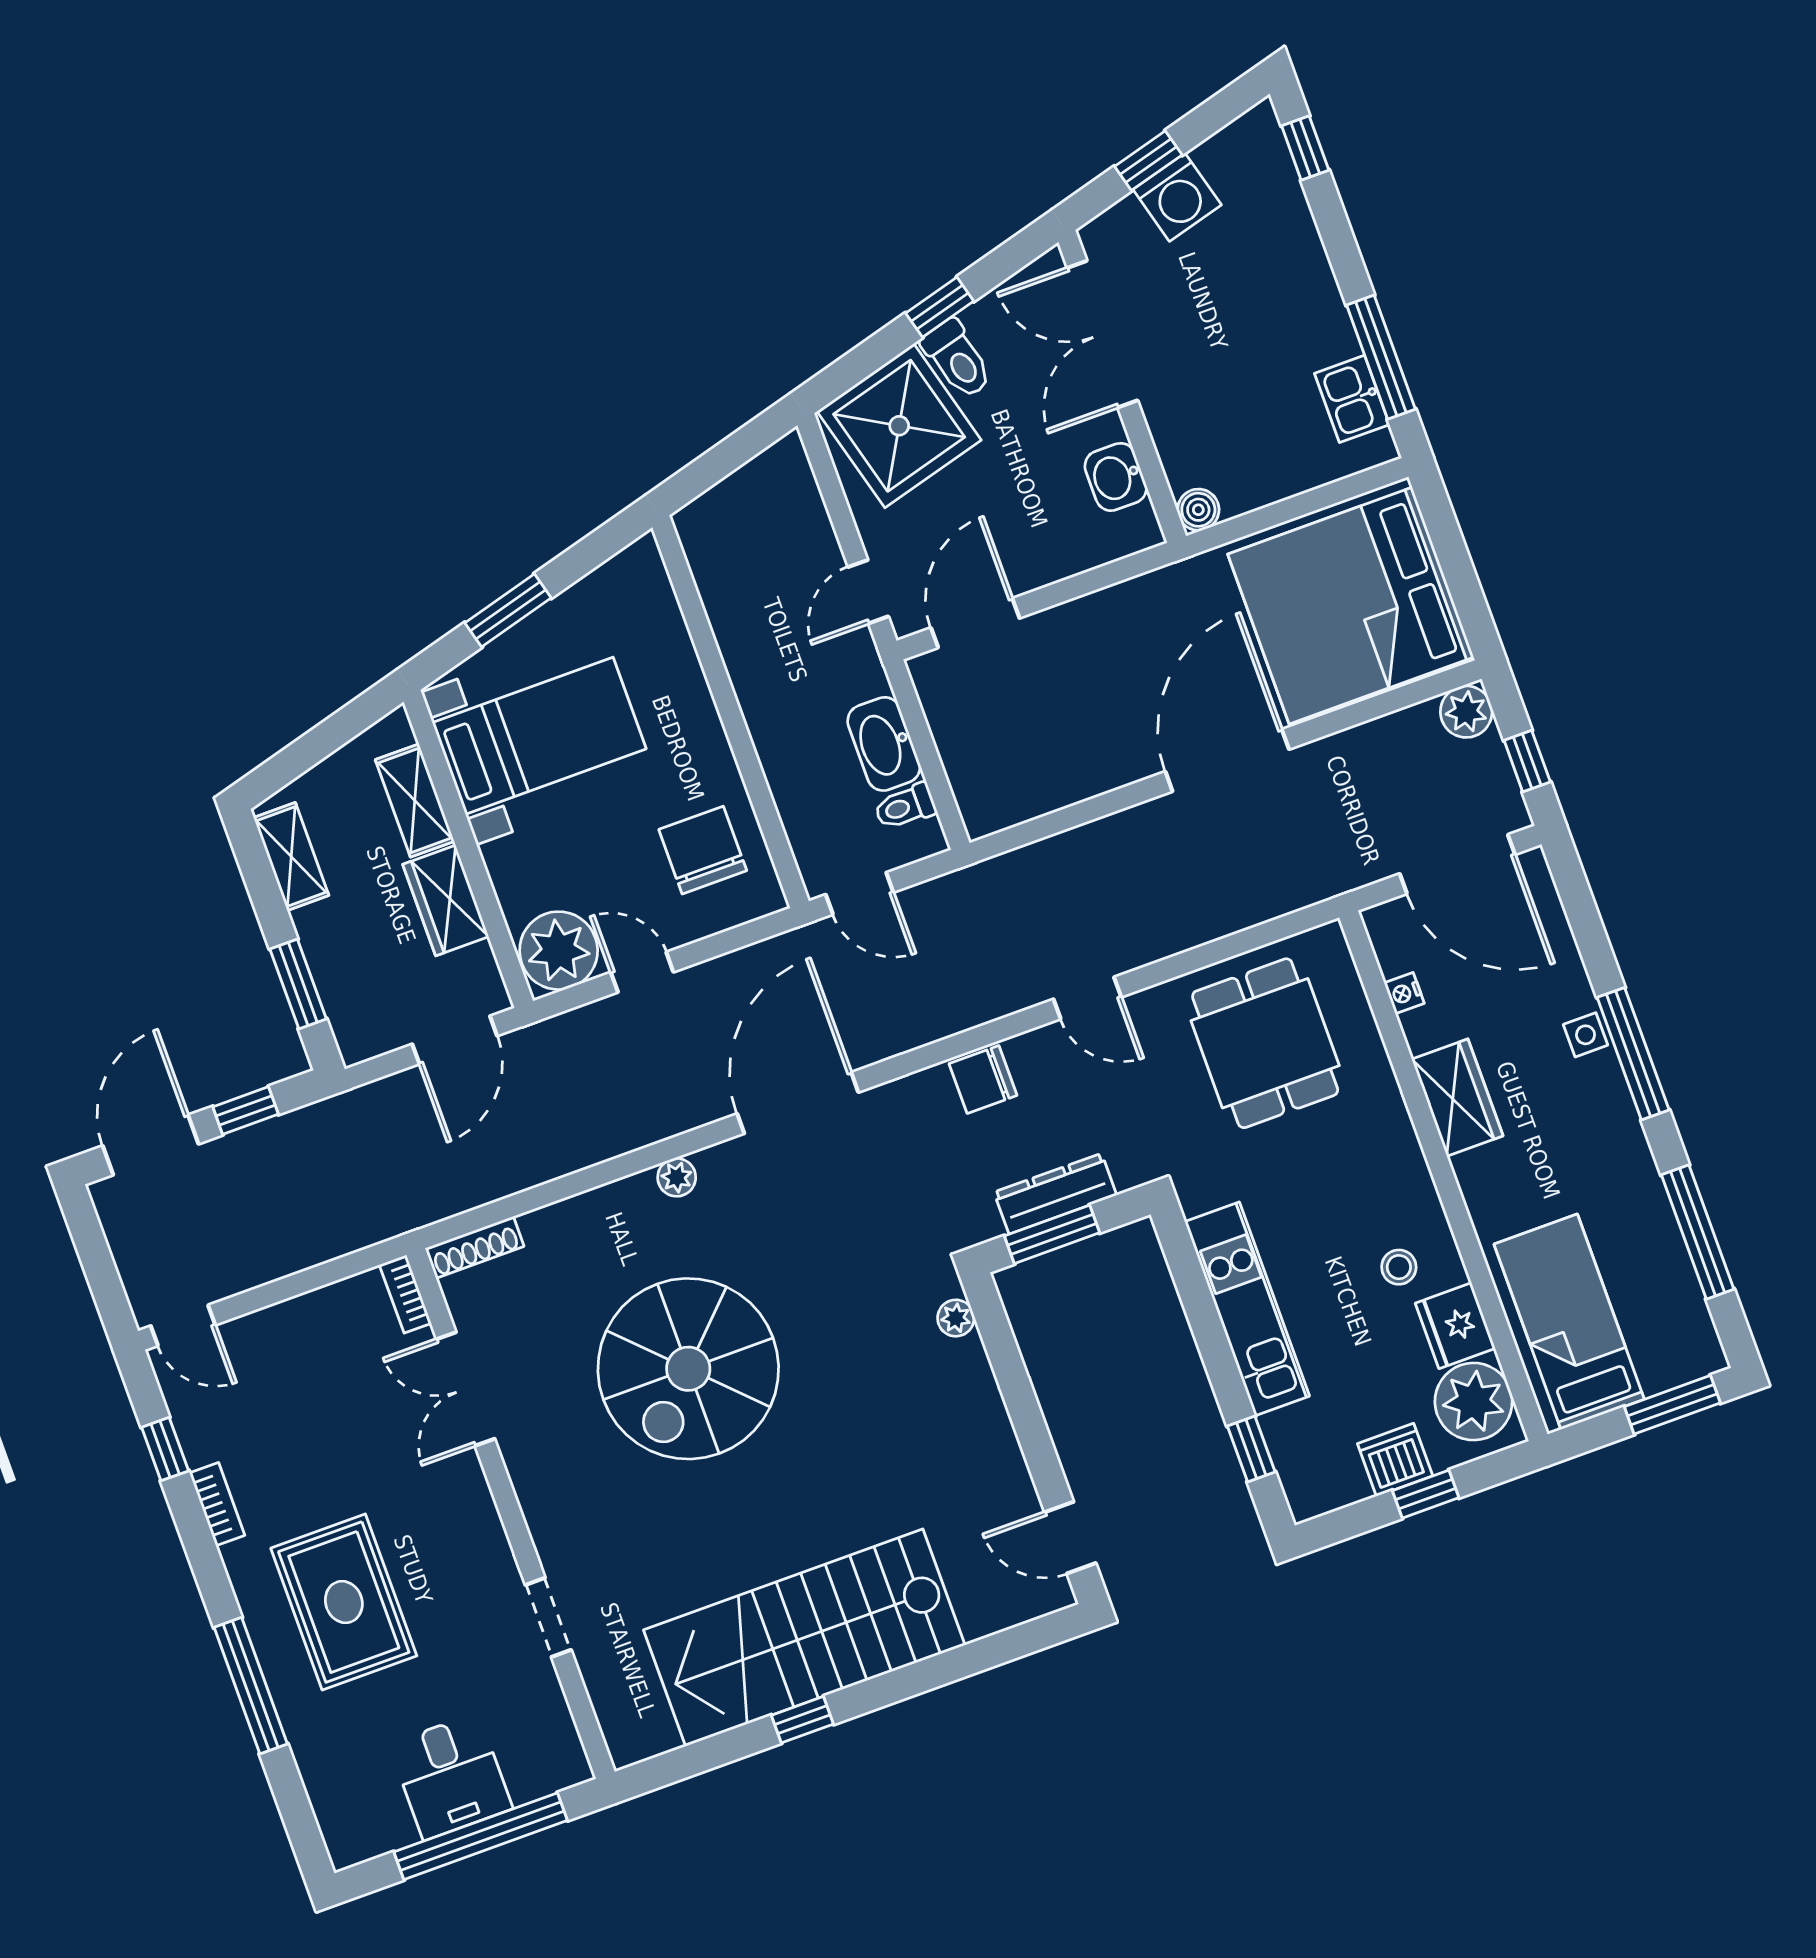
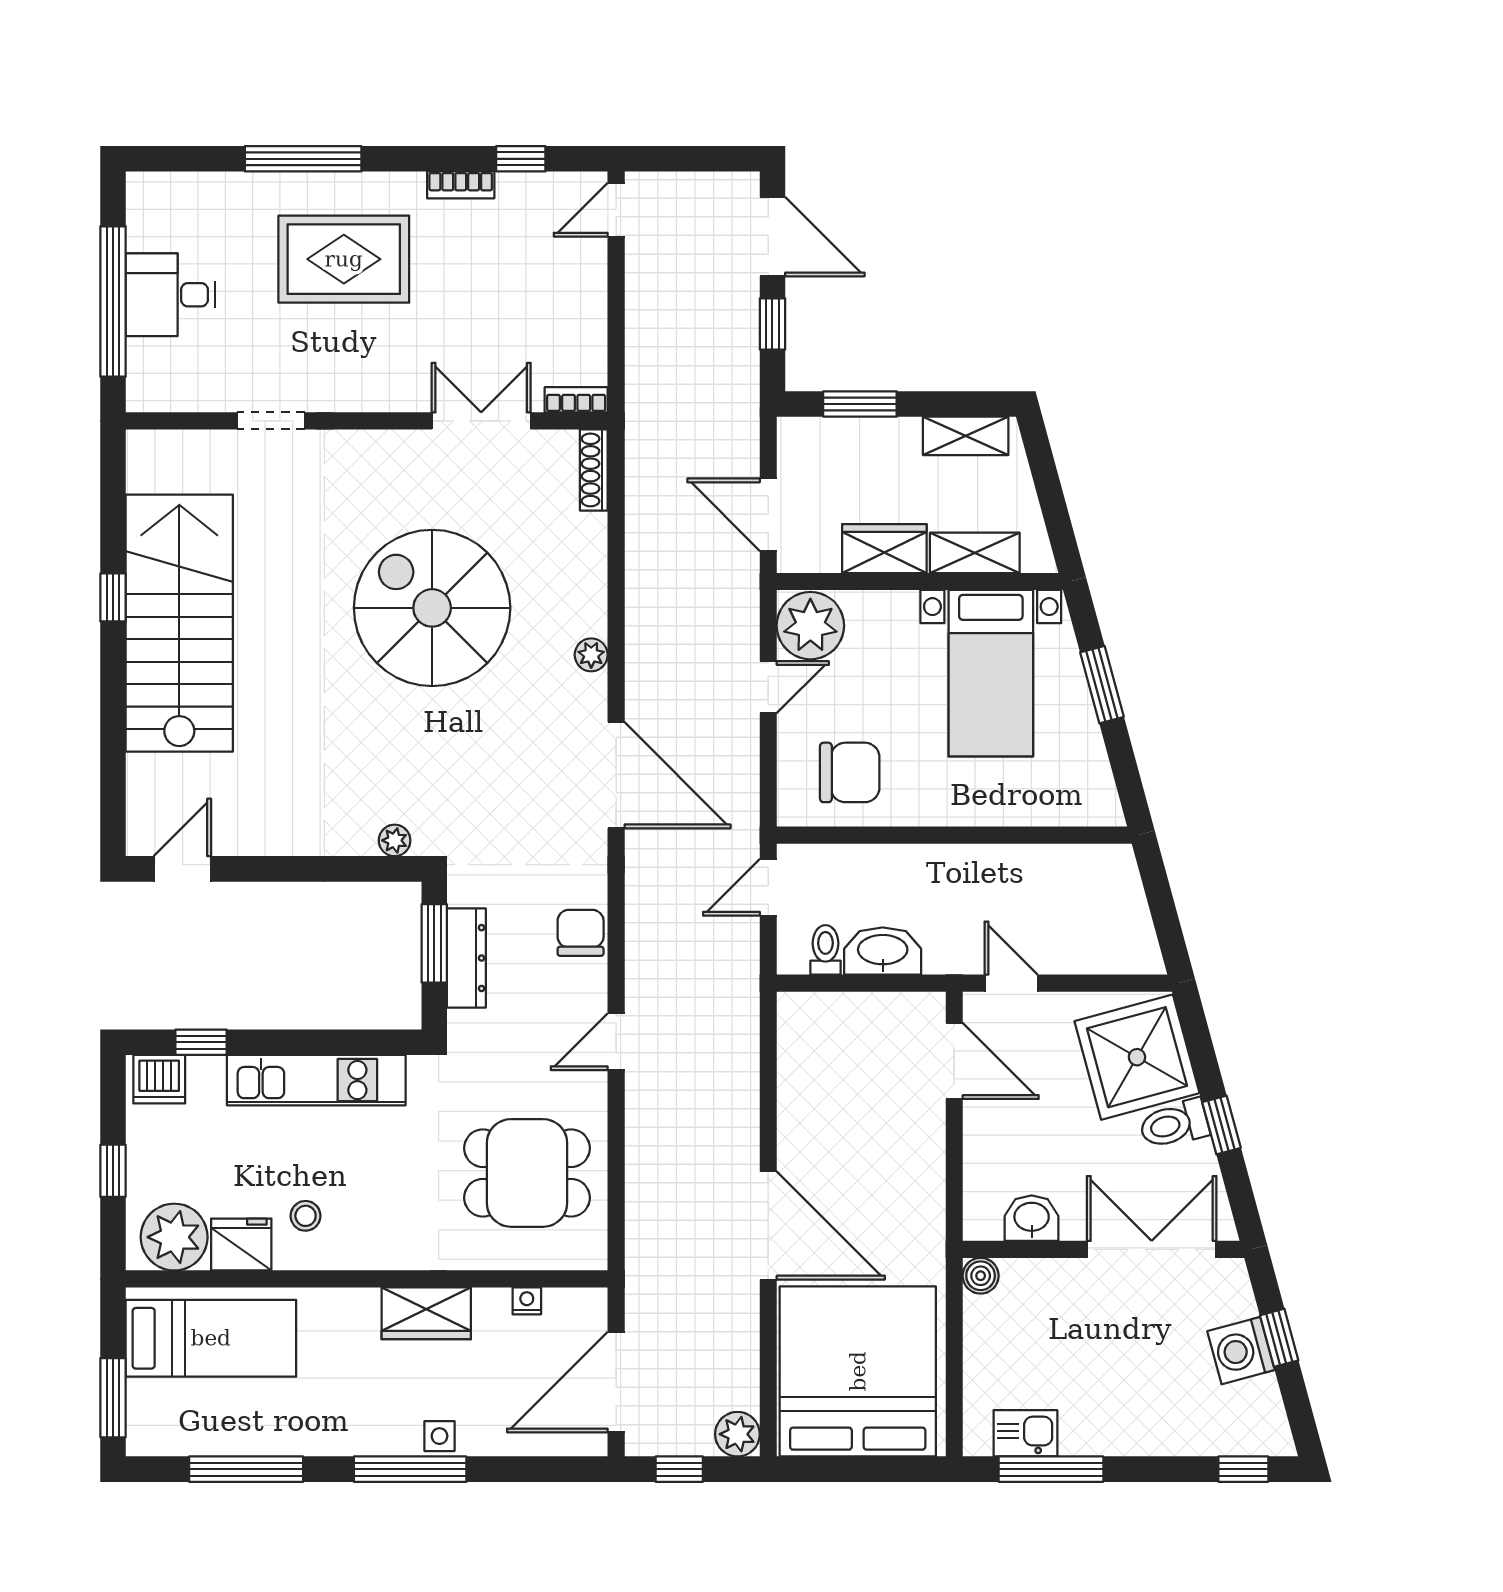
dishwasher: (1395, 1460) -> (159, 1079), moved, turned 90

